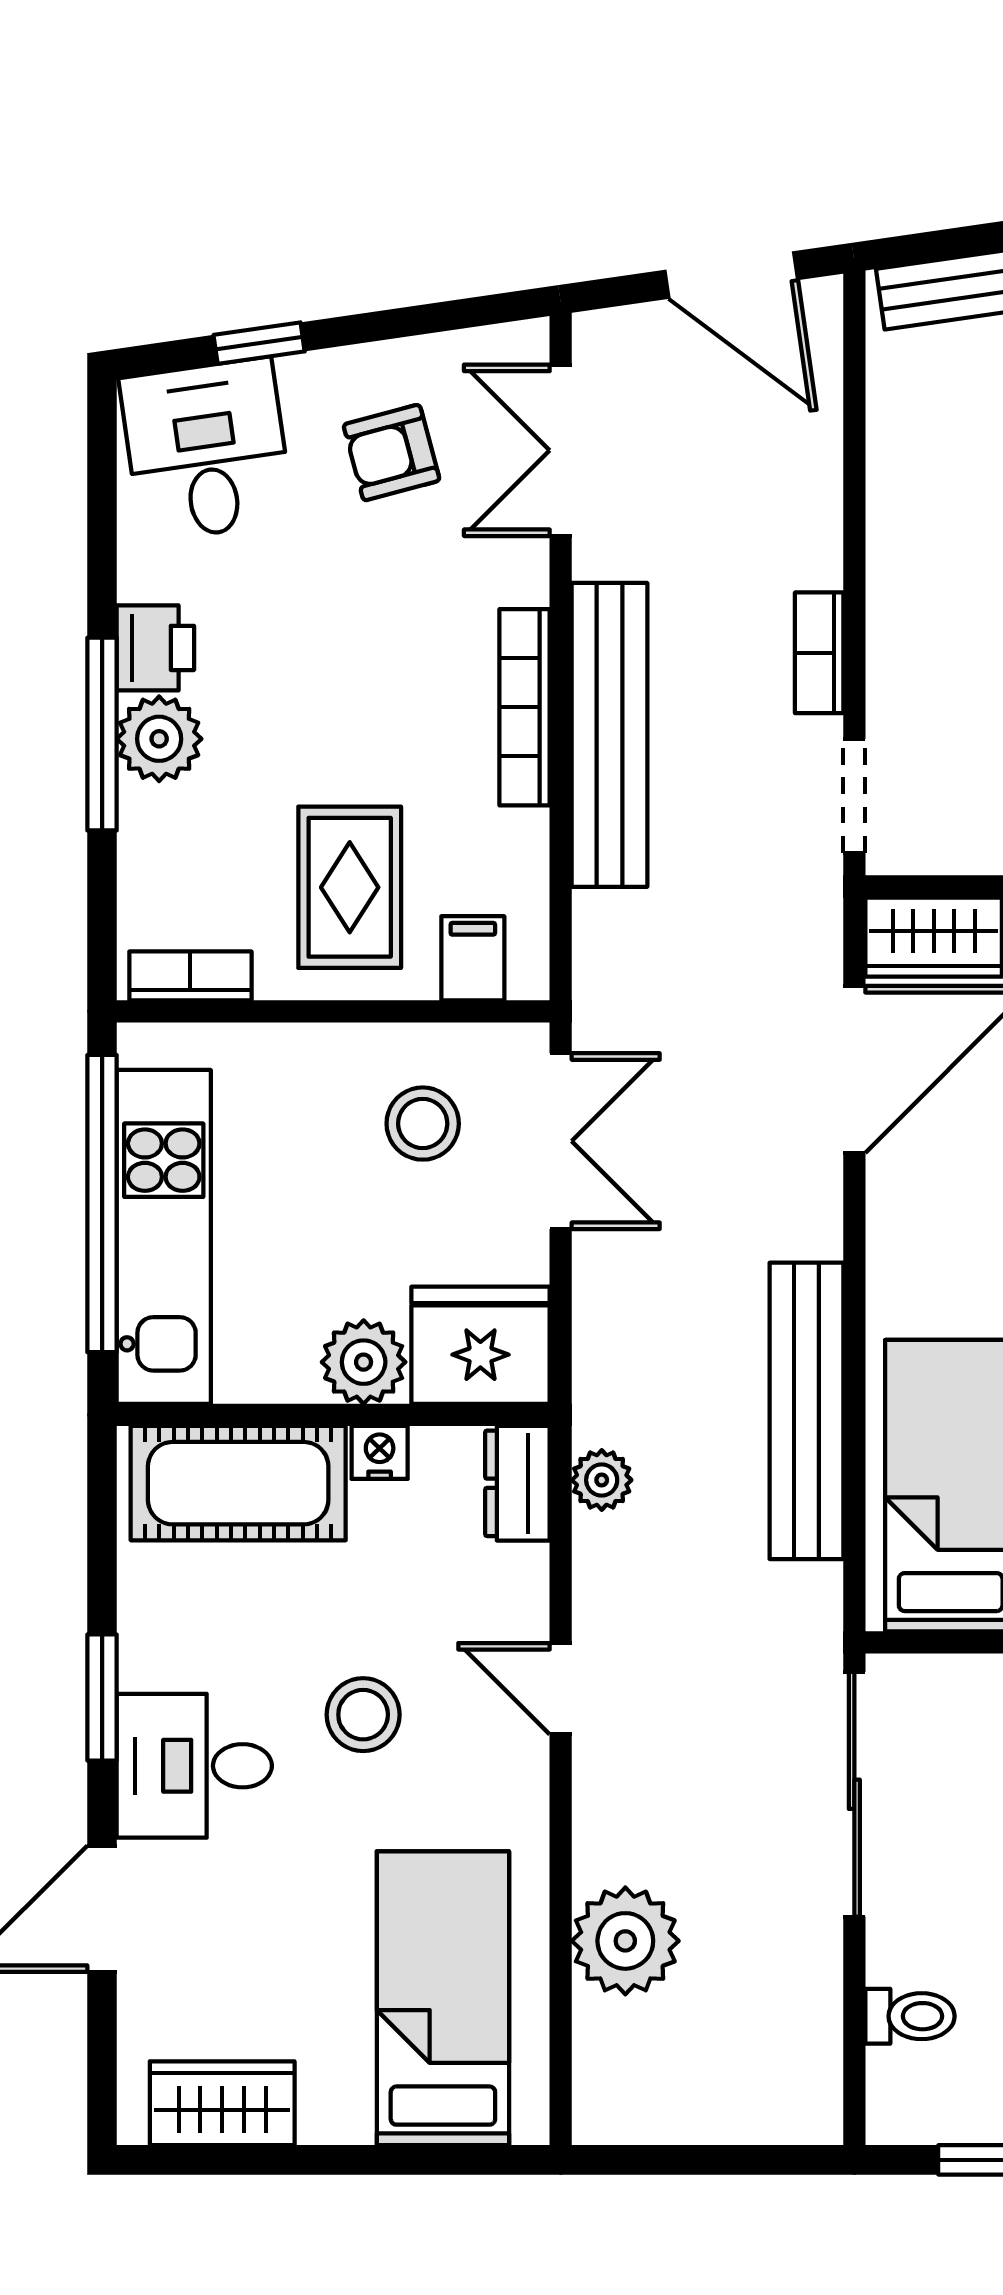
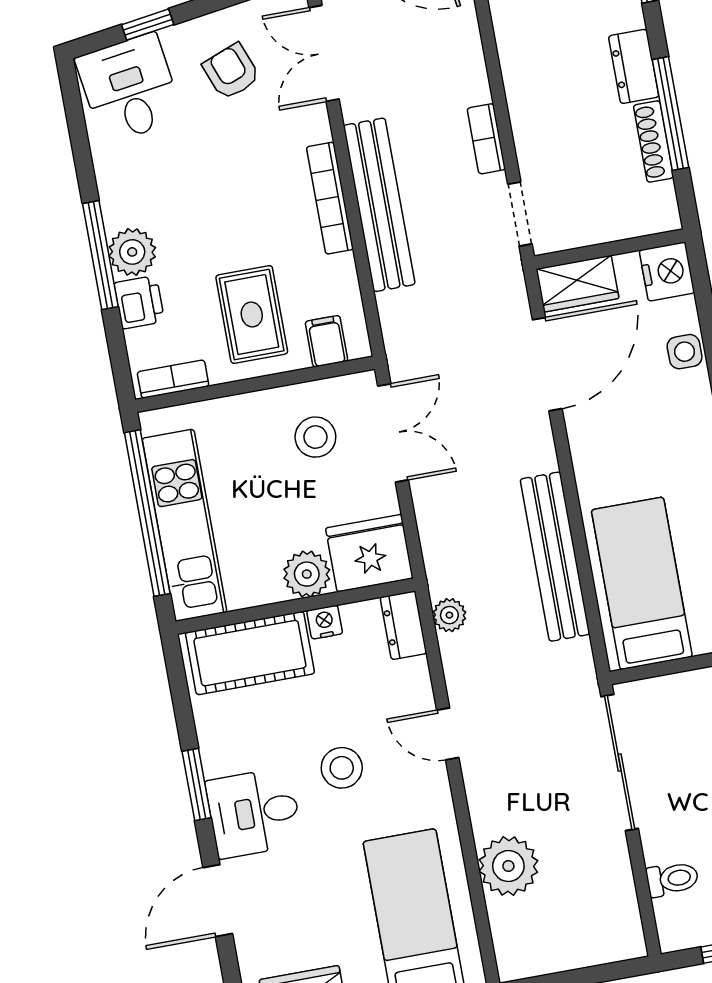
armchair: (392, 453) -> (231, 71), turned 84
printer: (155, 648) -> (139, 302), moved

